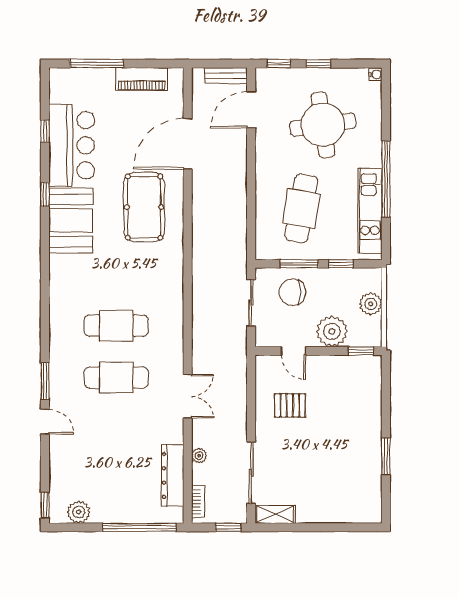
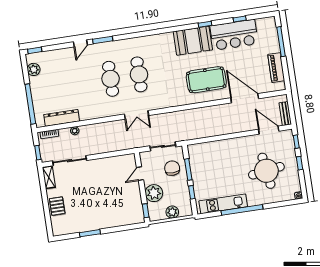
cafe table: (301, 208) -> (219, 166), removed
double door: (188, 396) -> (137, 115), moved
pallet: (290, 405) -> (57, 206), moved

